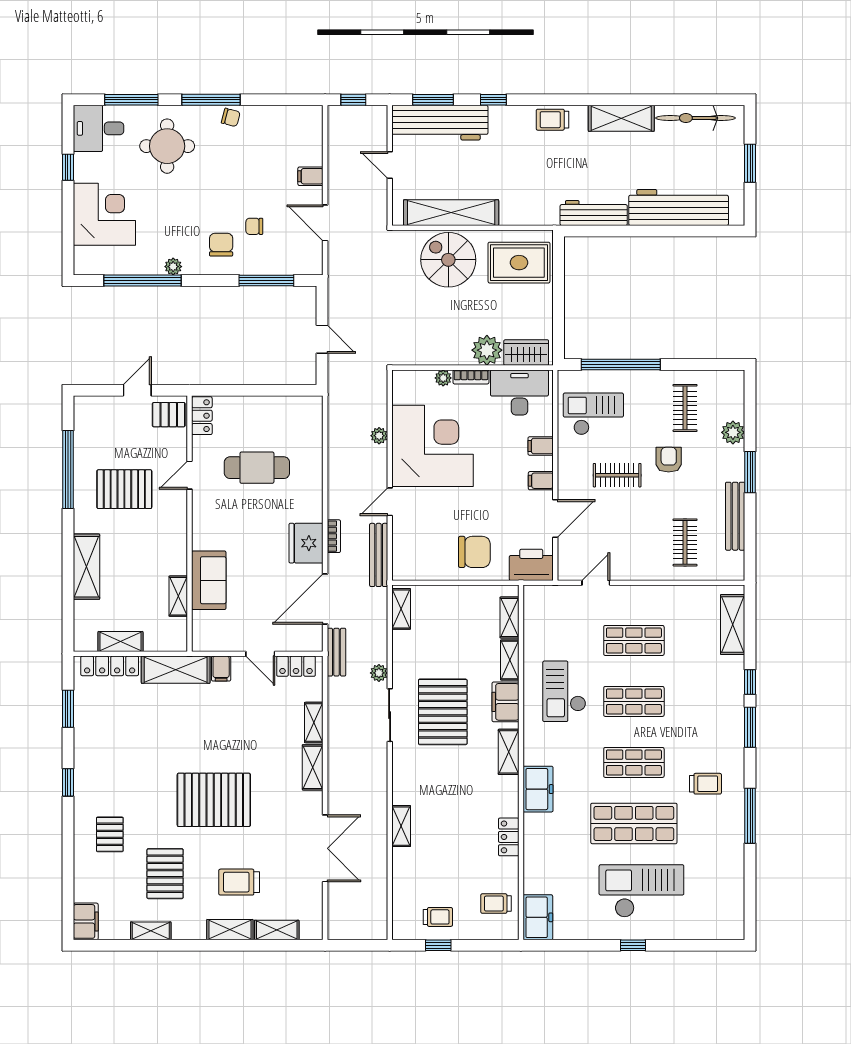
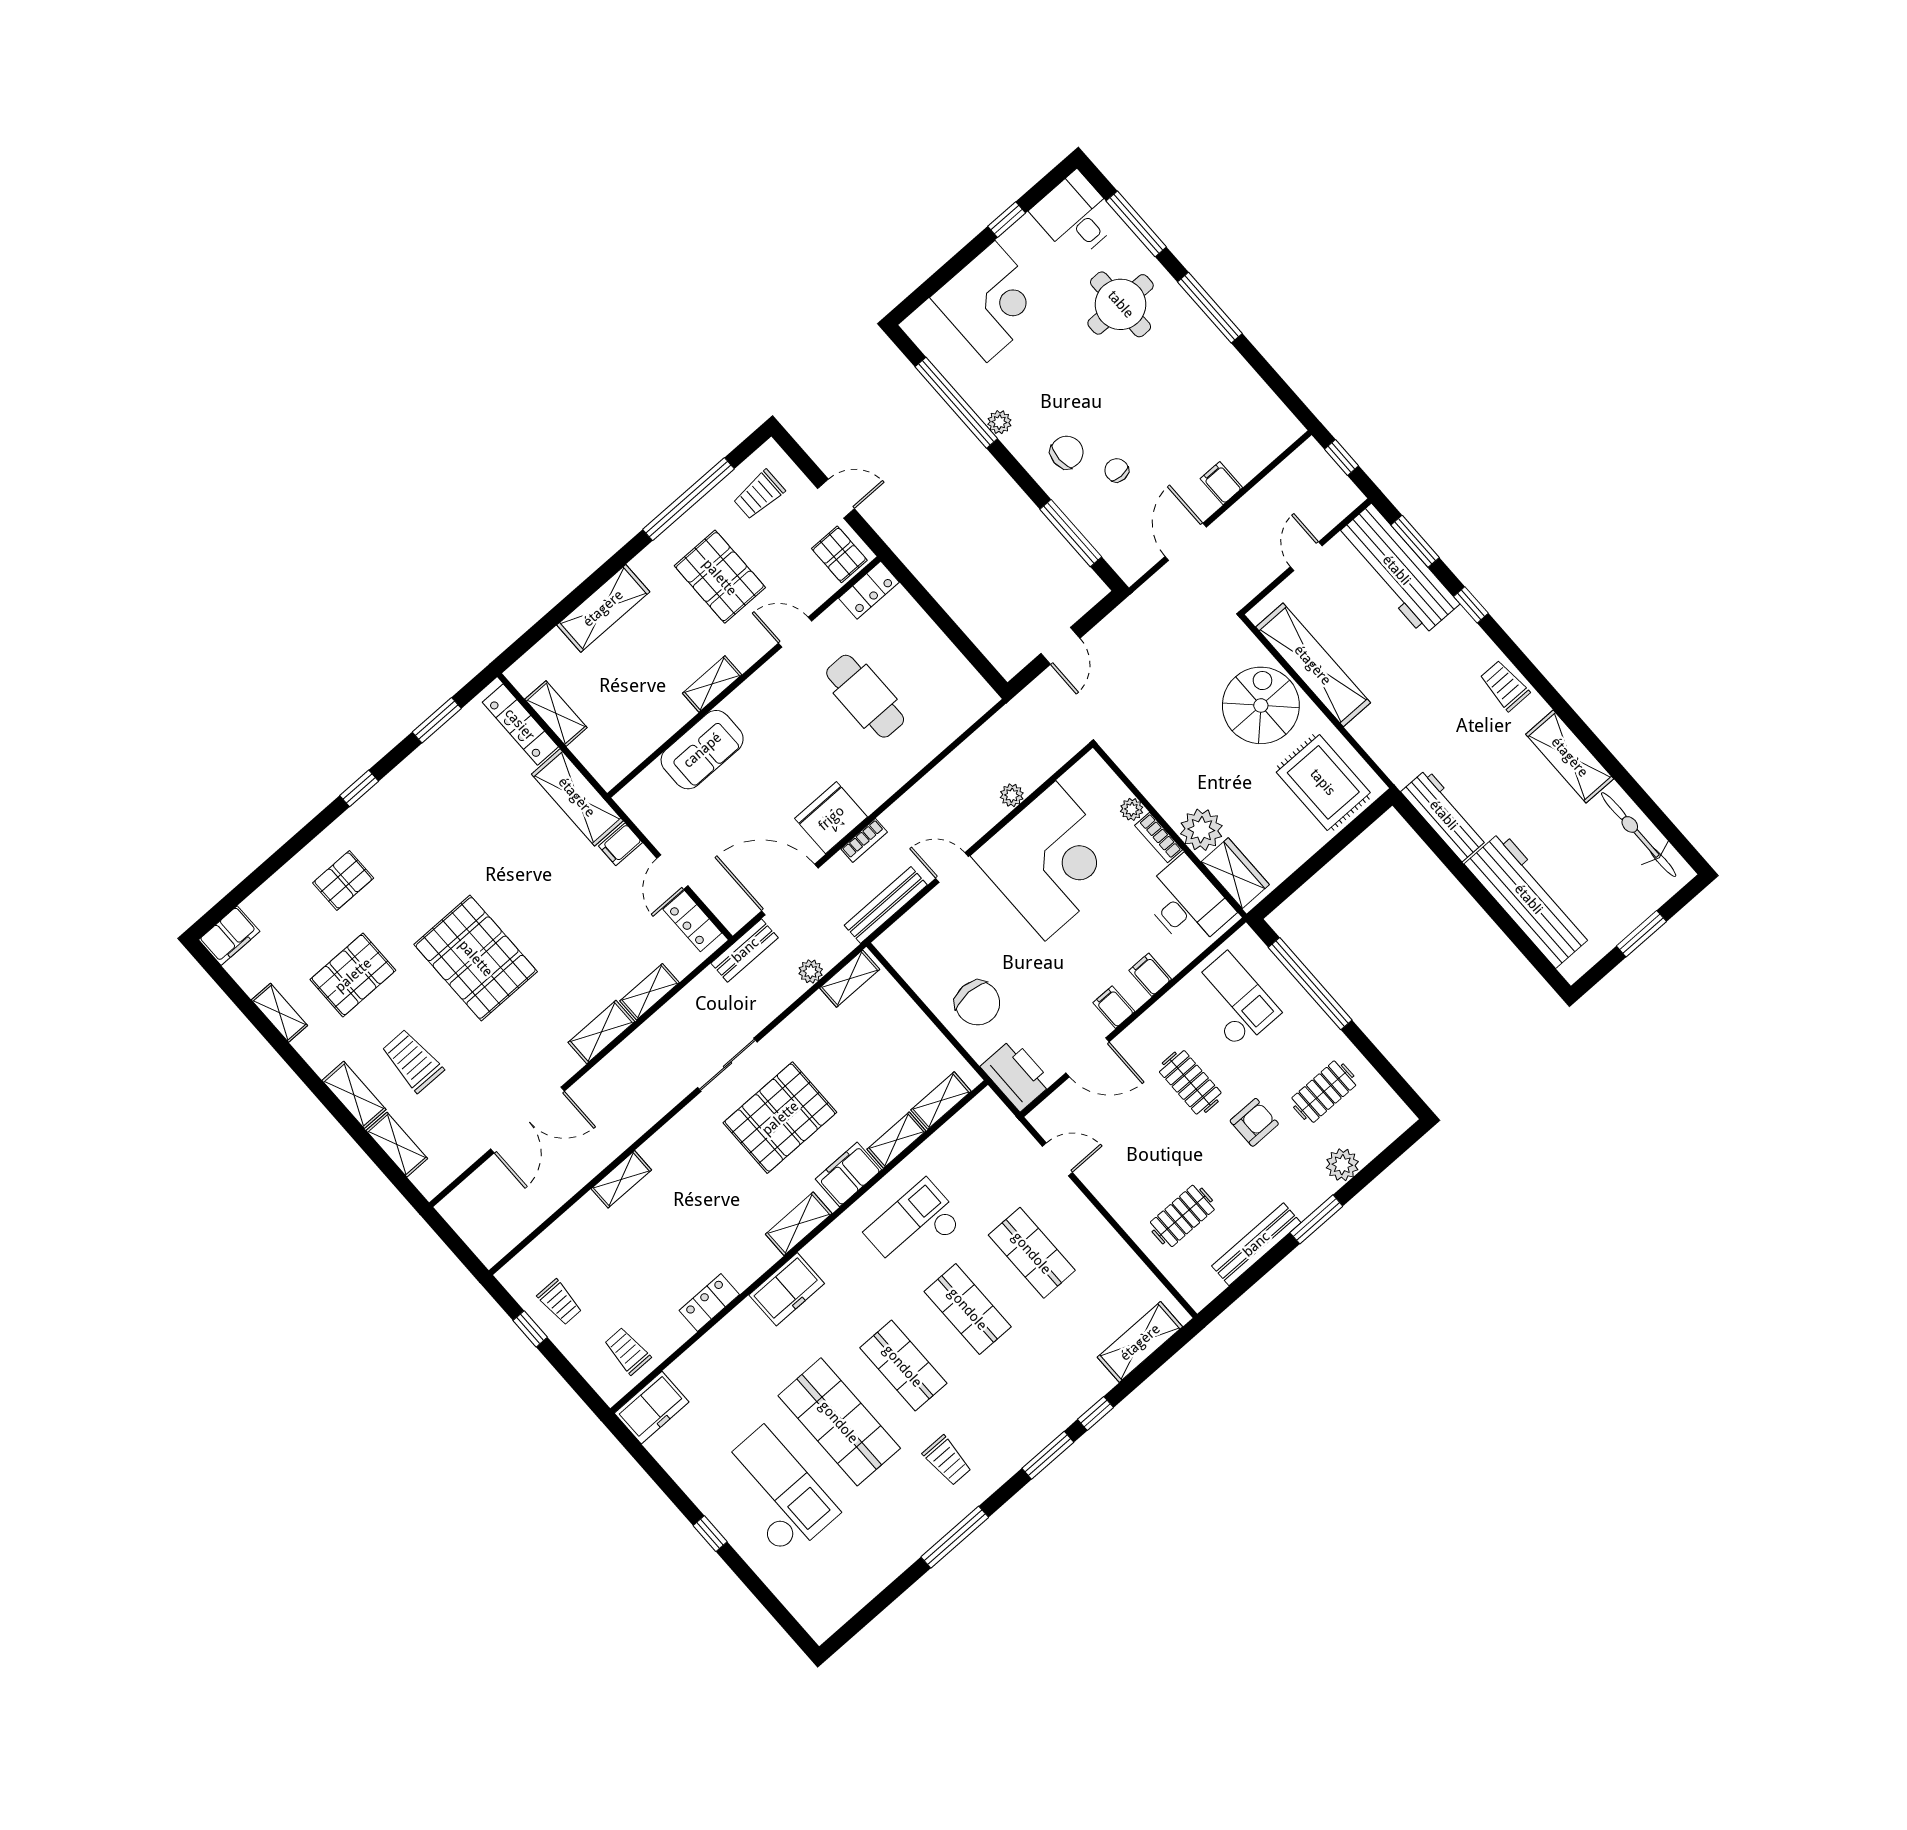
chair: (231, 117) -> (1209, 345), removed
trolley: (99, 430) -> (759, 495), added
shelving: (178, 596) -> (712, 684), moved
plant: (379, 673) -> (811, 971), moved

